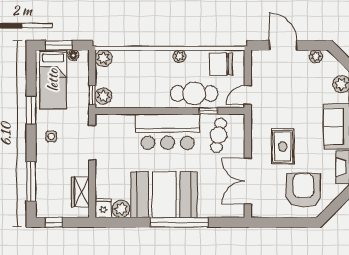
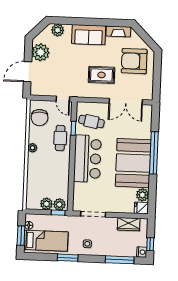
plant: (316, 56) -> (41, 52), width x1.87, depth x1.87
plant: (104, 58) -> (46, 204), moved
cafe table: (194, 93) -> (60, 138), width x0.73, depth x0.74
nightstand: (43, 211) -> (142, 252), added

